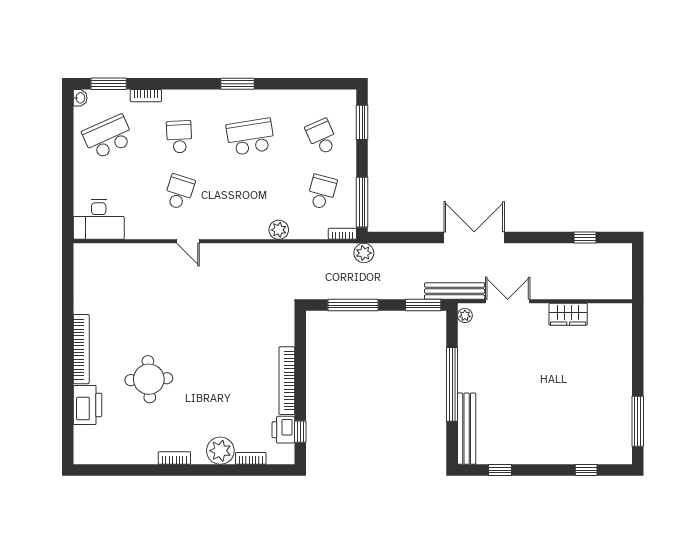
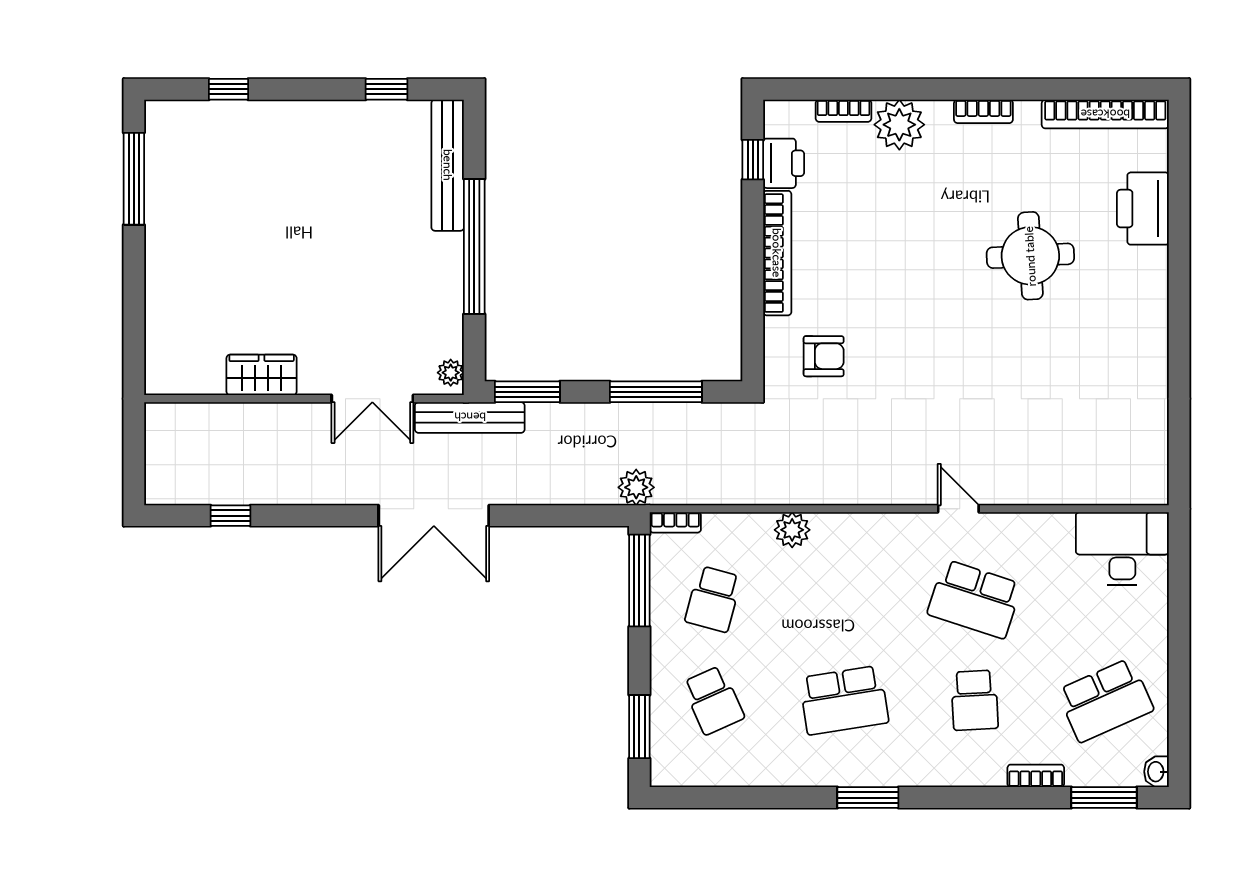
school desk: (179, 192) -> (975, 599), width x1.85
armchair: (262, 324) -> (824, 356), added
bookcase: (81, 349) -> (1105, 114), moved, turned -90

